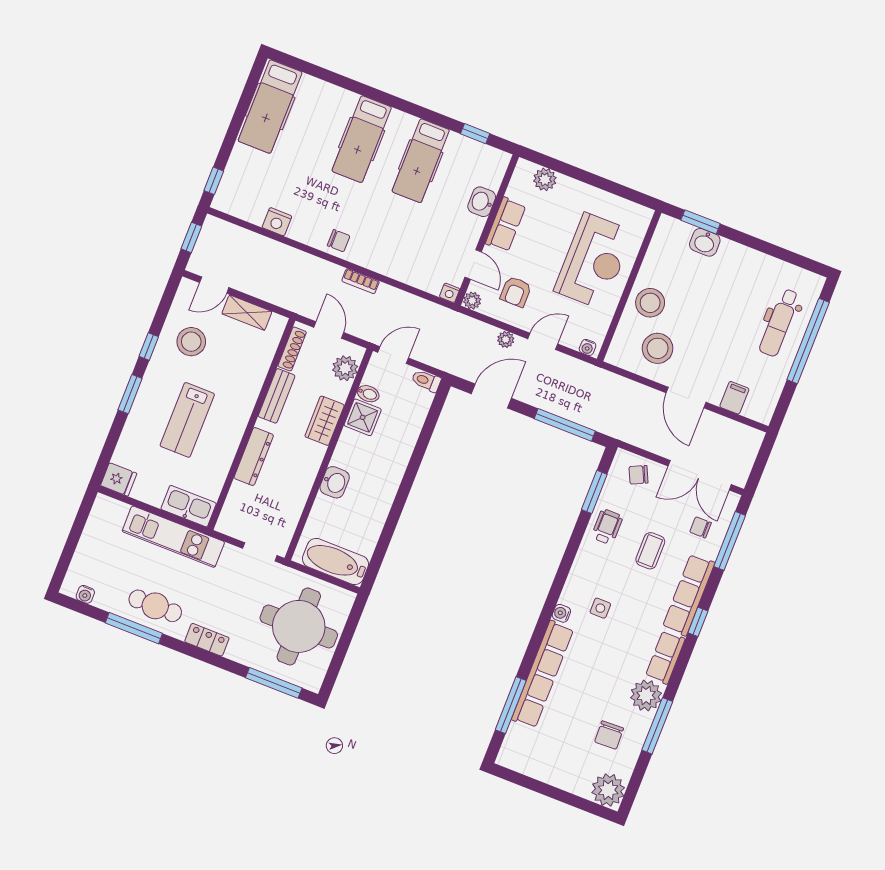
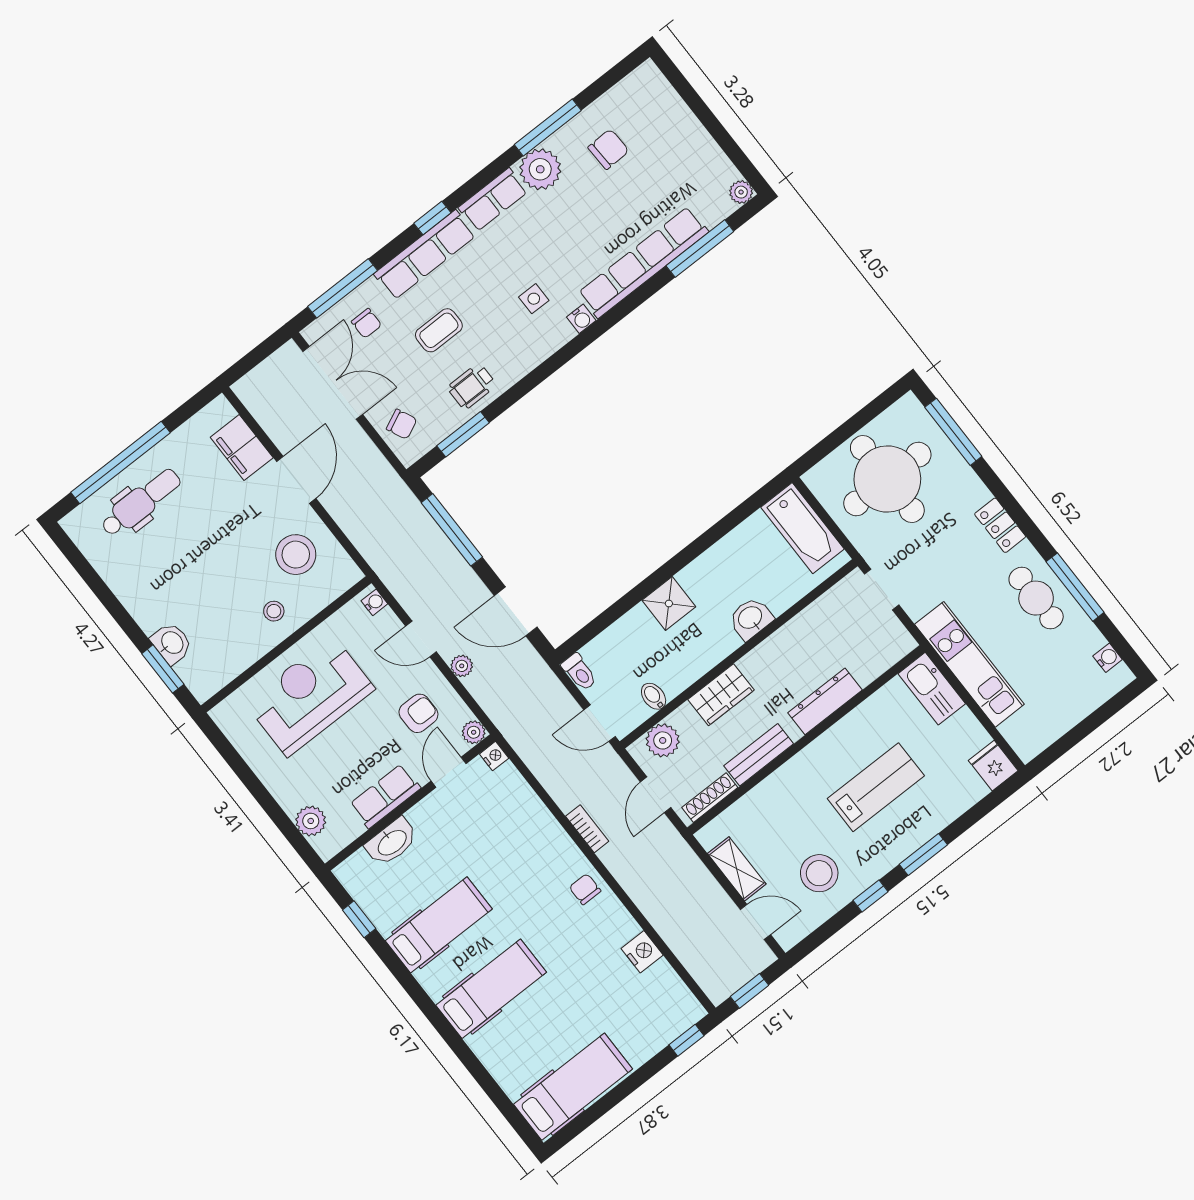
washbasin: (482, 202) -> (392, 842), width x1.38
stool: (650, 303) -> (274, 611), width x0.53, depth x0.53
filing cabinet: (734, 398) -> (242, 447), width x2.00
shower: (363, 417) -> (669, 603), moved
plant: (608, 790) -> (741, 192), moved, width x0.53, depth x0.53

